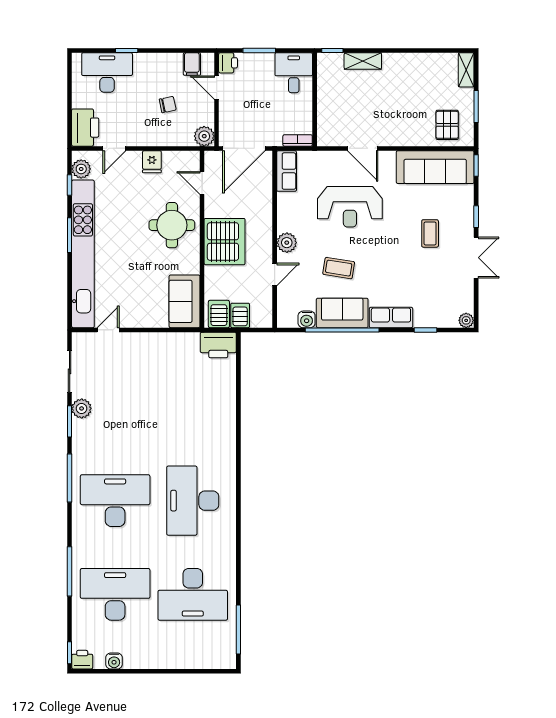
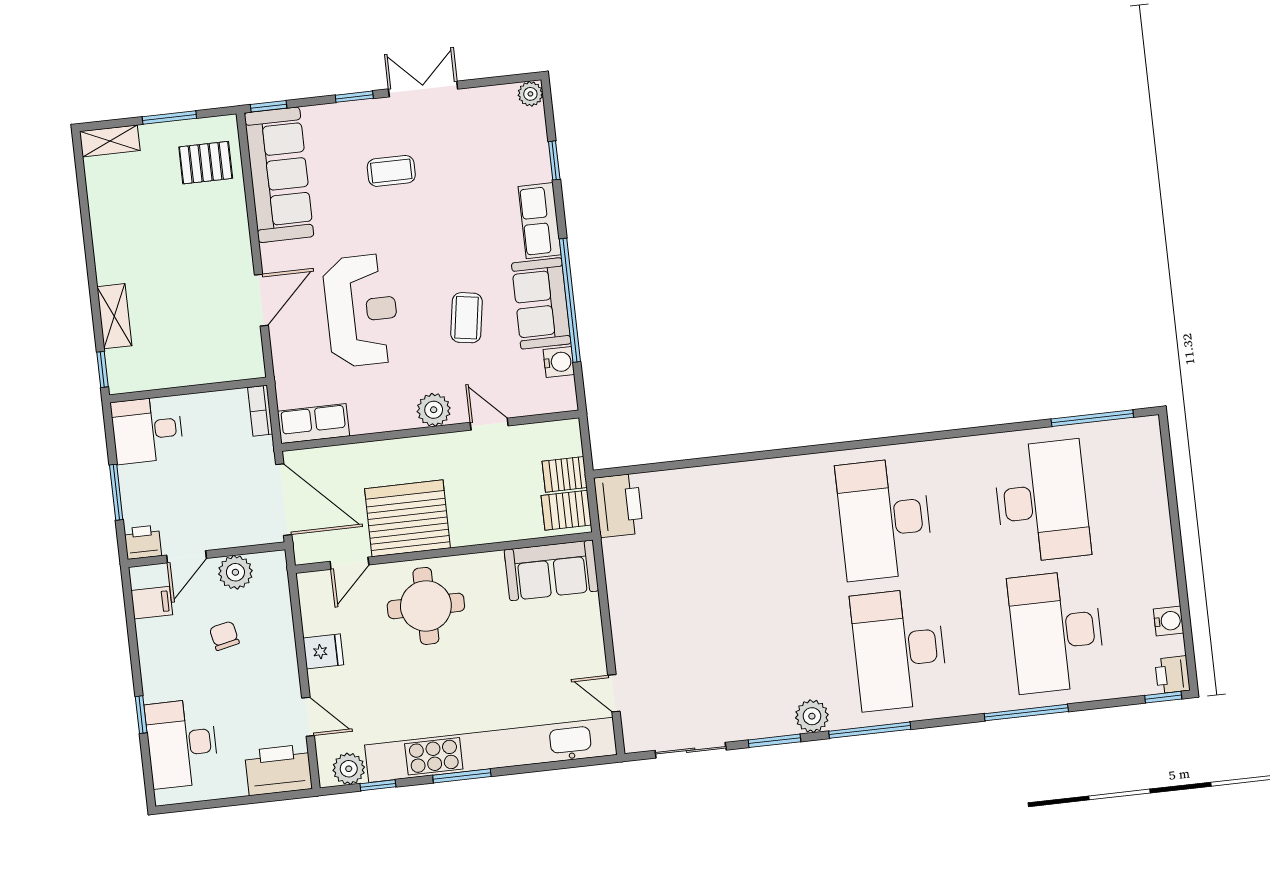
plant: (204, 136) -> (235, 572), moved
server rack: (225, 242) -> (407, 518), moved
plant: (82, 408) -> (812, 716), moved
desk: (193, 501) -> (885, 519), turned 90

